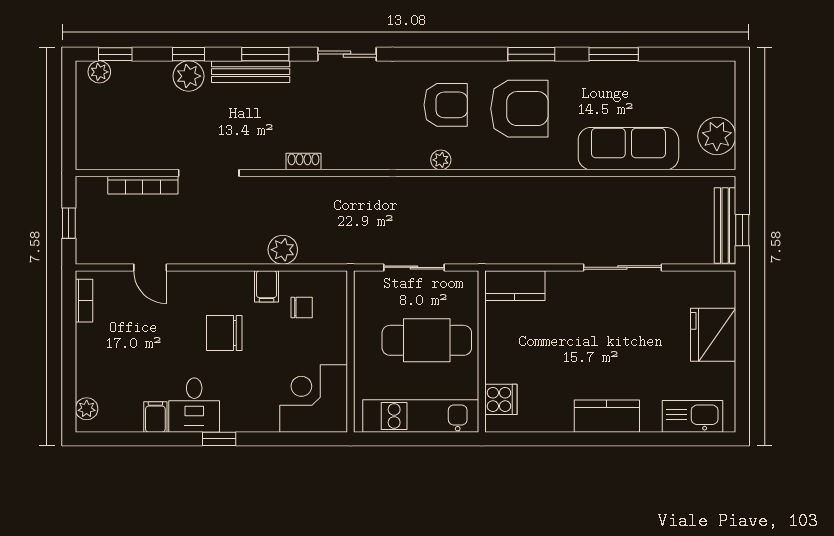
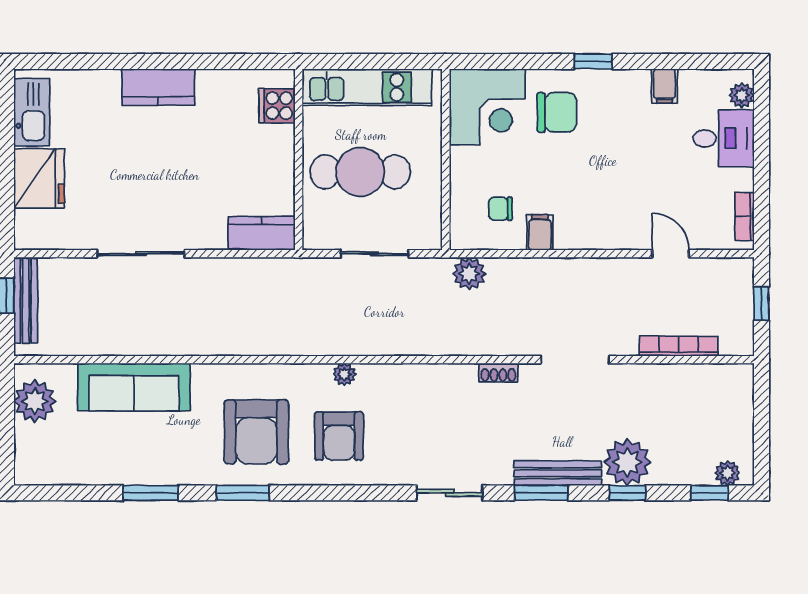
plant: (189, 76) -> (627, 462), width x1.36, depth x1.36
armchair: (446, 105) -> (339, 436), turned -90
armchair: (519, 109) -> (256, 432), turned -90
doorway: (209, 173) -> (575, 360), moved
plant: (283, 250) -> (469, 274), moved
chair: (224, 333) -> (557, 112), moved
desk: (194, 405) -> (724, 138), moved, turned 90
kitchen sink: (693, 416) -> (32, 112), moved, turned -90

